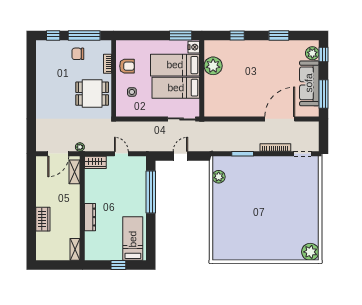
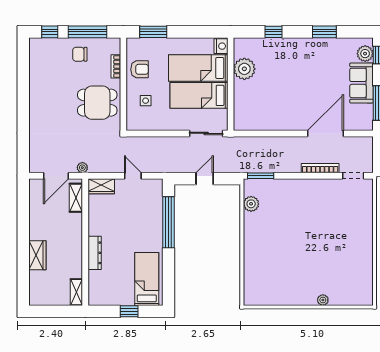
window: (181, 35) -> (153, 32), moved
sofa: (309, 83) -> (361, 83), width x0.73
window: (243, 154) -> (261, 176), moved
plant: (310, 252) -> (323, 300), moved, width x0.53, depth x0.53

